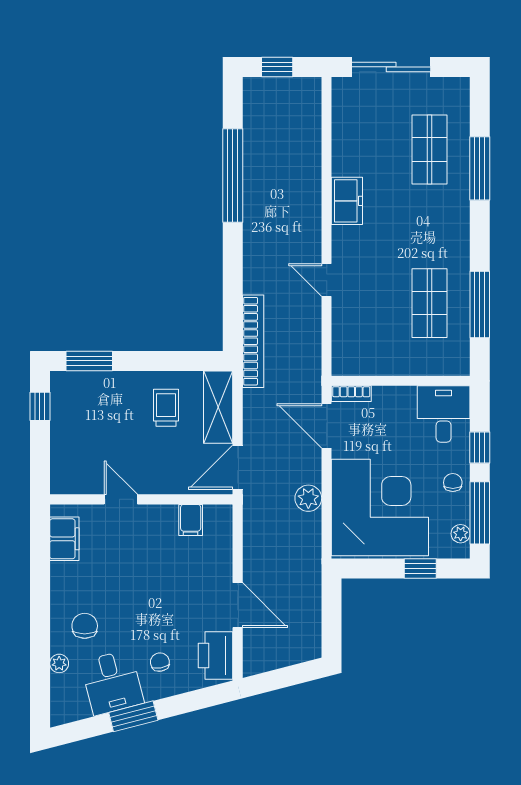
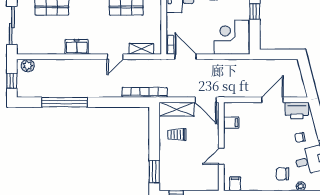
shelving: (343, 334) -> (141, 49), added
door: (327, 426) -> (186, 57), swing flipped
plant: (308, 498) -> (28, 66), moved
corner desk: (380, 507) -> (231, 37), width x0.74, depth x0.74
filing cabinet: (64, 539) -> (235, 184), width x0.50

